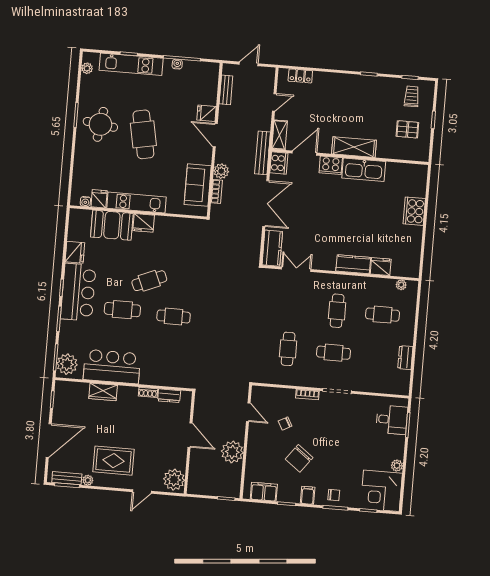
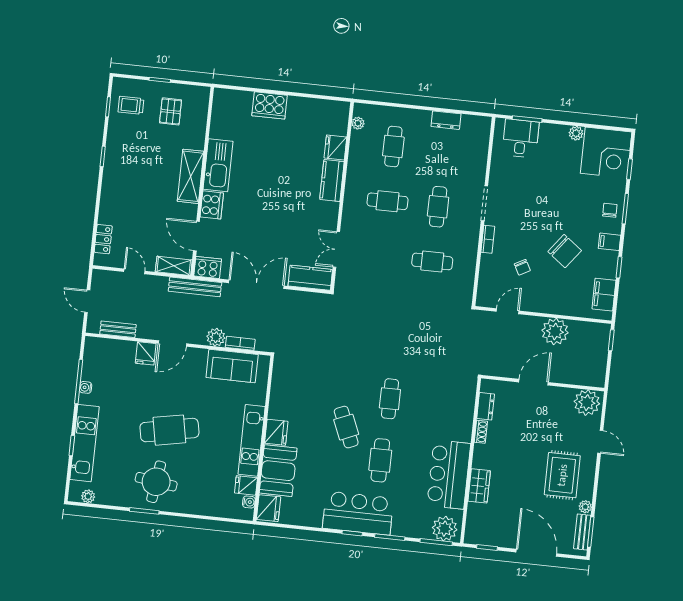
fridge: (75, 252) -> (269, 508), moved, turned 90

